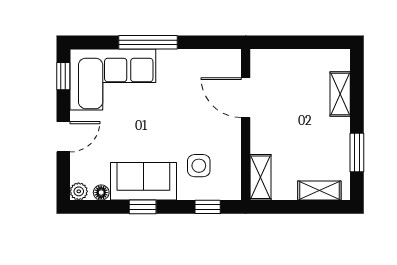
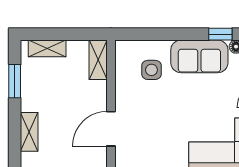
door: (246, 98) -> (111, 129), swing flipped
window: (143, 207) -> (220, 34), moved
window: (208, 207) -> (144, 34), removed

